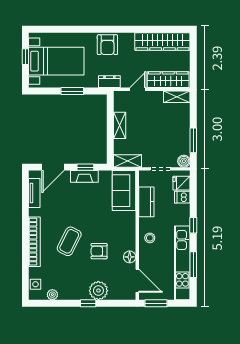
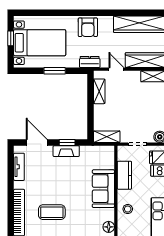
door: (138, 89) -> (116, 69), hinge flipped
shelving: (120, 125) -> (99, 91), moved
door: (53, 167) -> (37, 142), swing flipped
sofa: (124, 191) -> (103, 189), moved
coffee table: (69, 241) -> (52, 212), turned 63
armchair: (99, 251) -> (80, 221), removed

